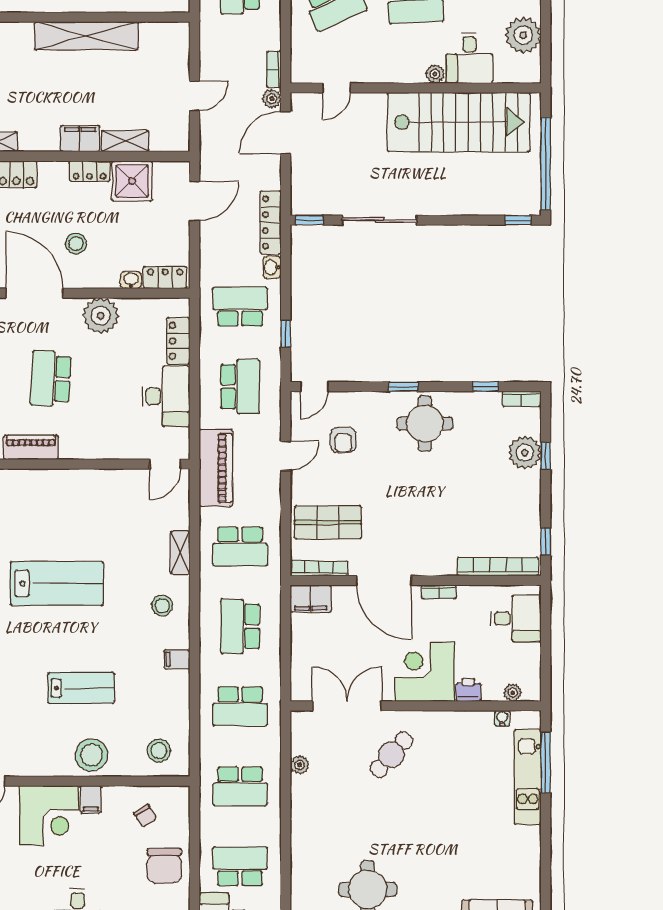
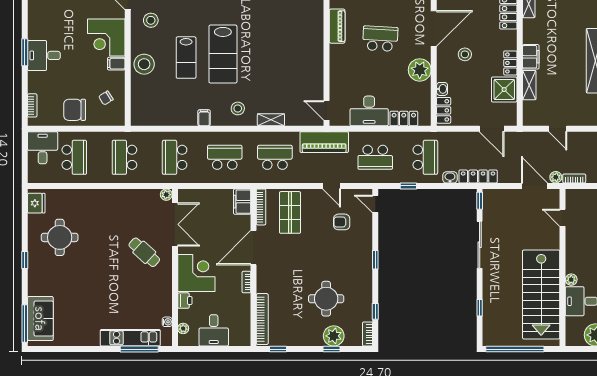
window: (518, 220) -> (480, 308), moved
round table: (425, 423) -> (326, 299), moved
school desk: (240, 546) -> (275, 157), turned 90
lab bench: (57, 584) -> (223, 54), moved
desk: (516, 618) -> (214, 330), moved
stool: (159, 751) -> (151, 20), moved
plant: (299, 765) -> (166, 195), moved

